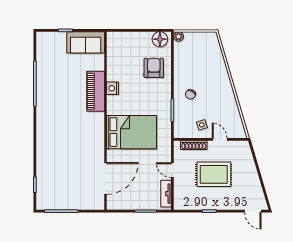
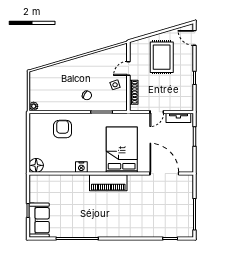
floor lamp: (160, 39) -> (36, 165), moved
sofa: (86, 42) -> (39, 220), moved
armchair: (154, 68) -> (63, 129), turned 90
piano: (96, 91) -> (108, 183), moved
rug: (214, 174) -> (162, 57), moved
door: (253, 211) -> (195, 38), swing flipped

